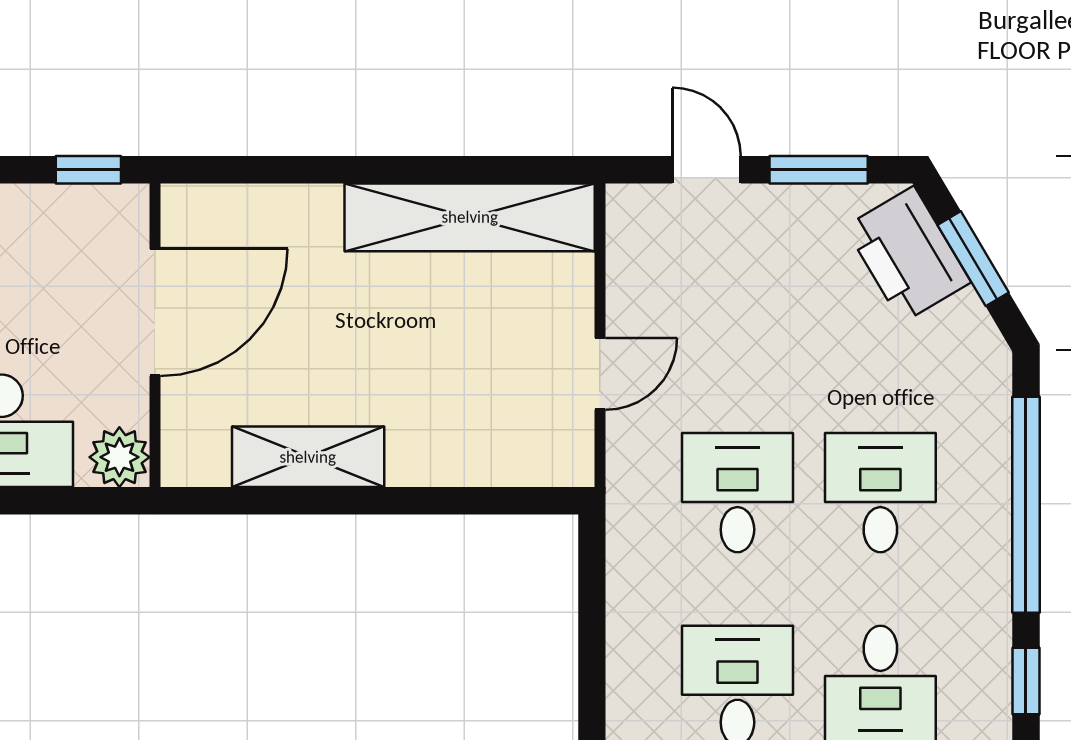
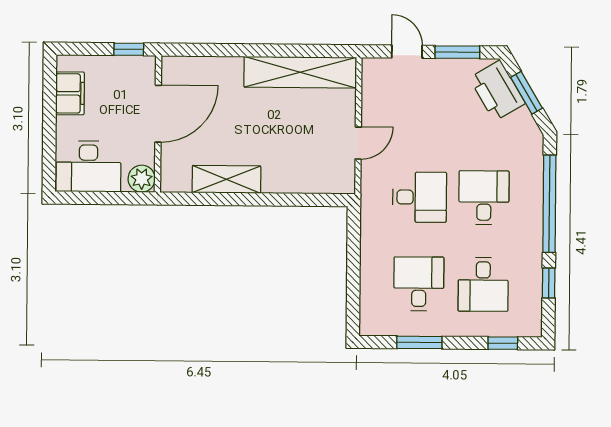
desk: (737, 493) -> (420, 197), turned 90

